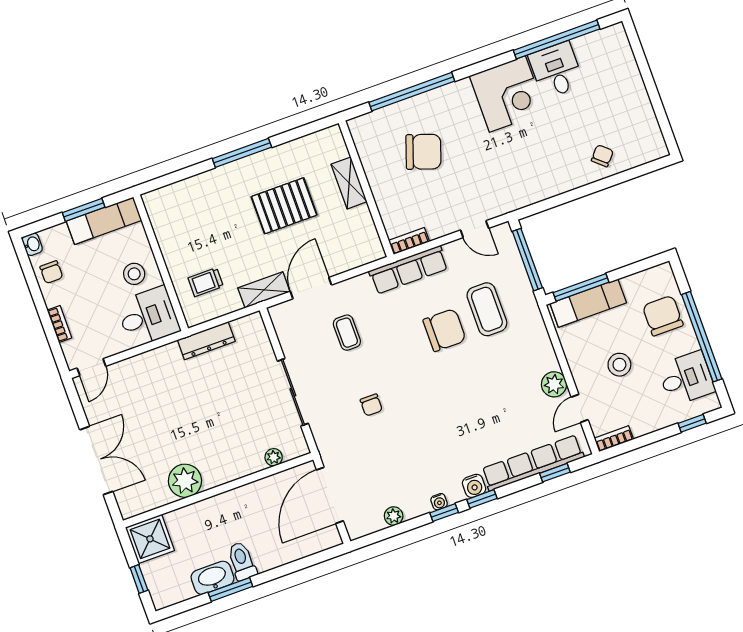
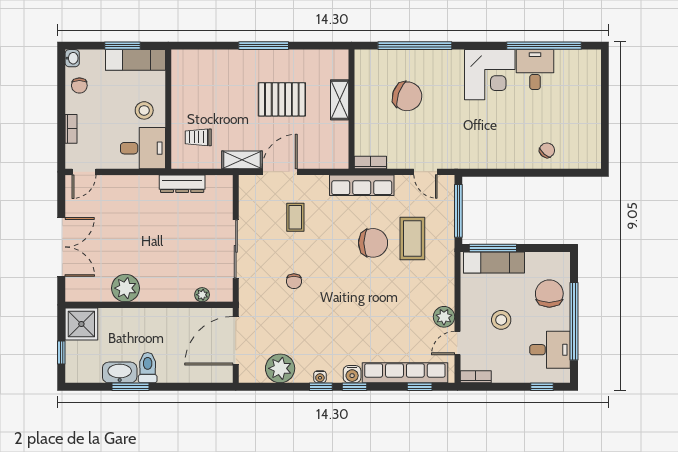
plant: (394, 516) -> (280, 368), width x1.88, depth x1.88

